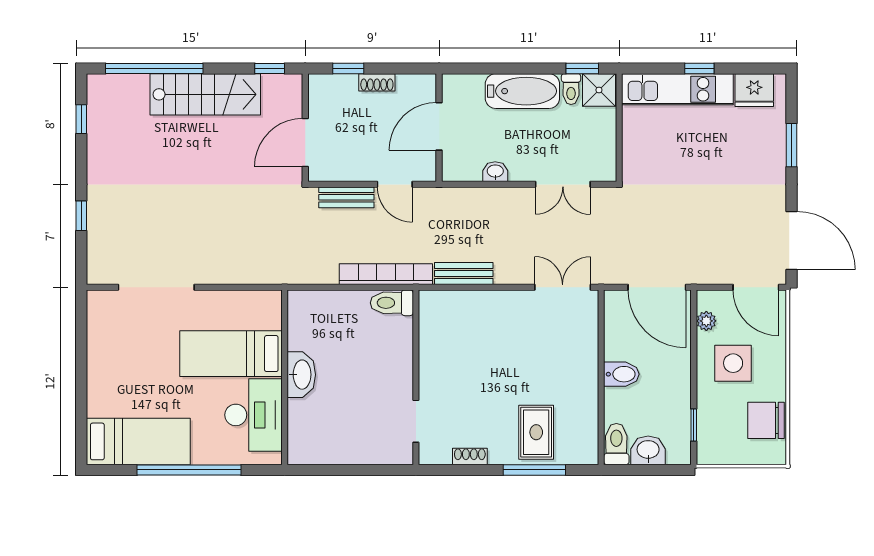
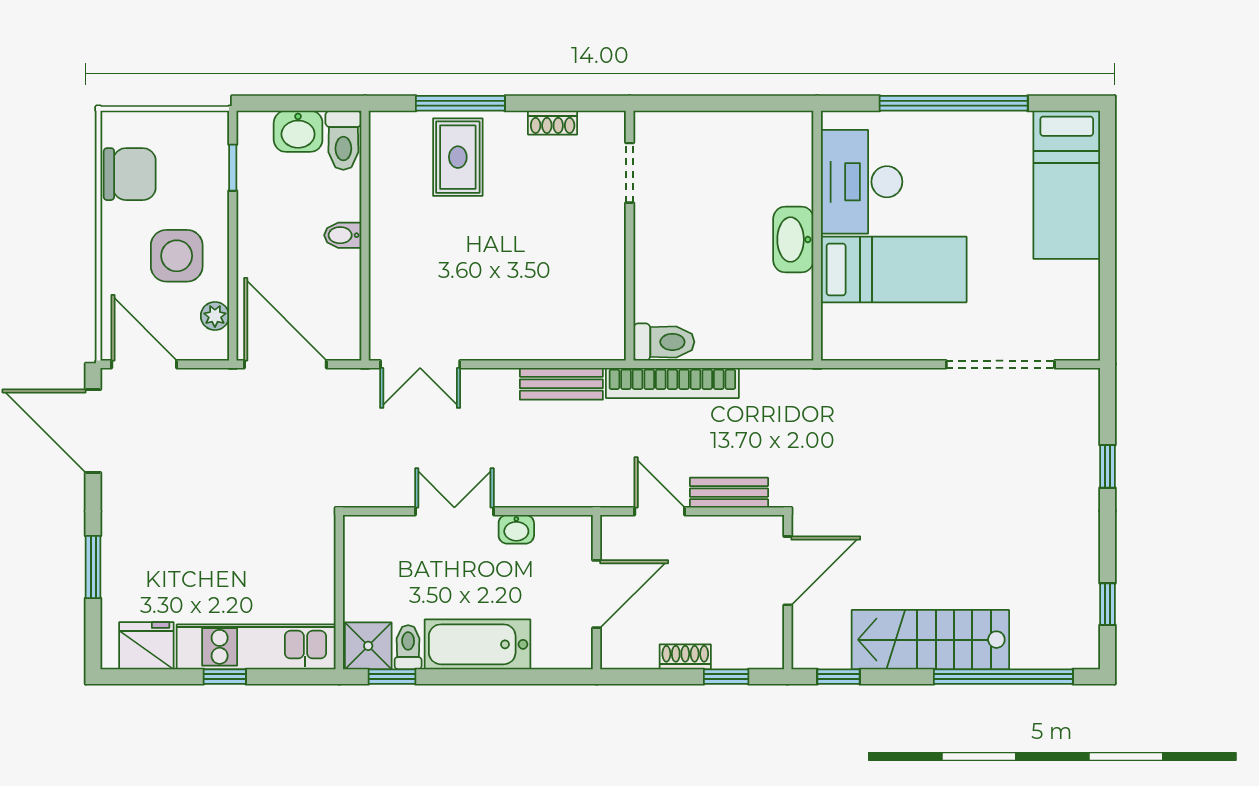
double door: (563, 184) -> (454, 511), moved
bidet: (621, 374) -> (343, 235), width x0.72, depth x0.74
bed: (138, 441) -> (1067, 185), moved, turned -90

